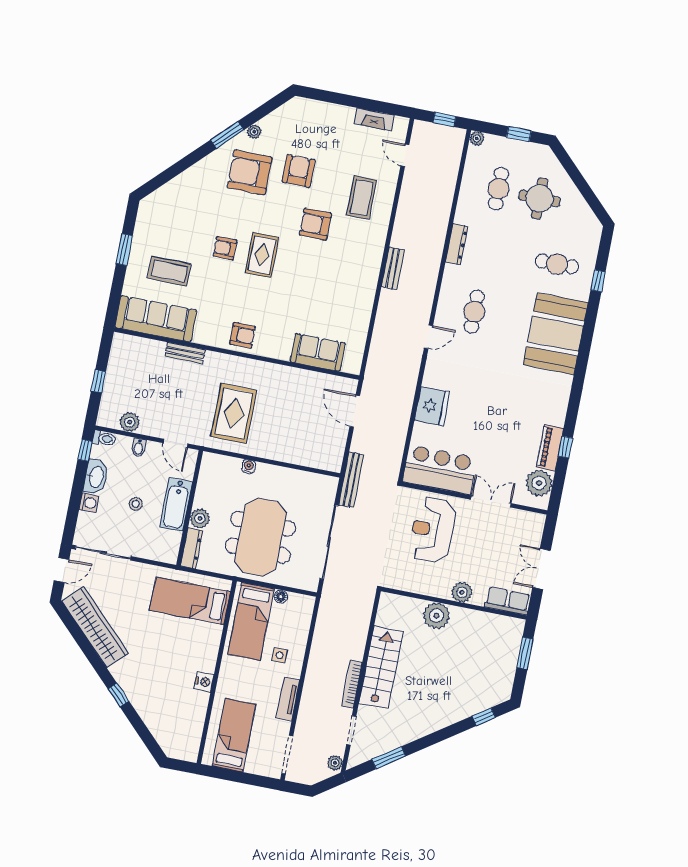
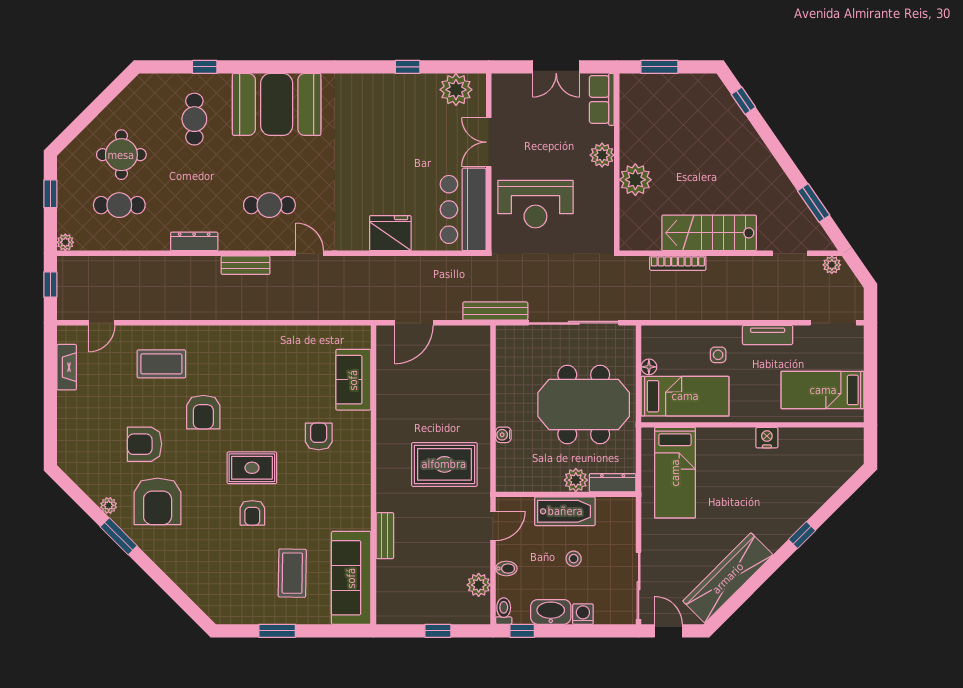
bench: (393, 268) -> (246, 265), moved
armchair: (243, 335) -> (319, 436), moved
piano: (550, 448) -> (412, 85), removed
bookcase: (352, 684) -> (678, 263), moved

